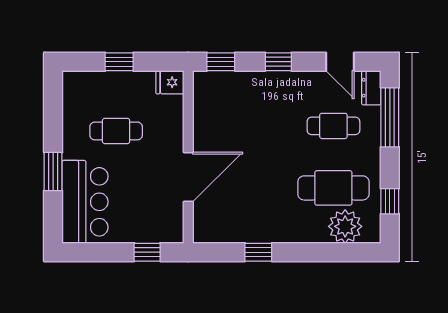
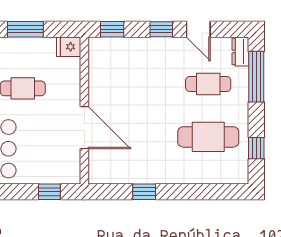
window: (119, 62) -> (25, 29), width x1.50
door: (340, 62) -> (198, 29), moved
door: (188, 177) -> (84, 128), hinge flipped
plant: (345, 226) -> (218, 170), removed

